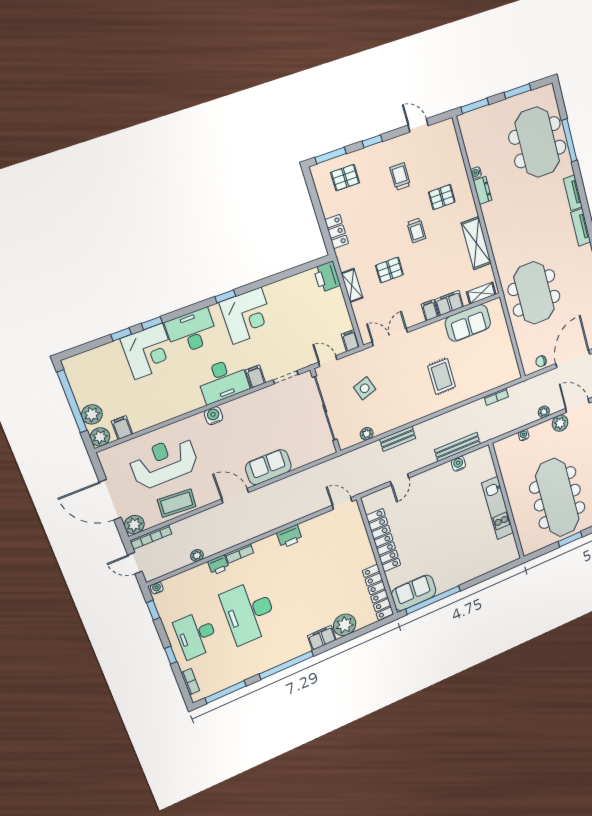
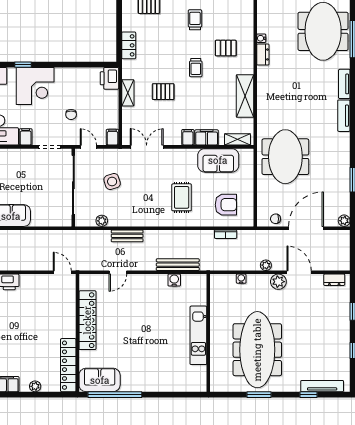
chair: (298, 333) -> (71, 115), added
armchair: (488, 366) -> (226, 205), added
plant: (345, 625) -> (35, 386), width x0.53, depth x0.53

